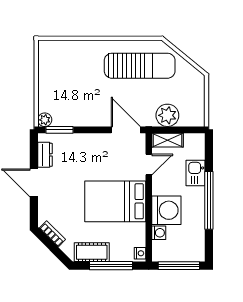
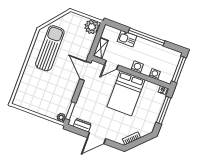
plant: (167, 115) -> (92, 27), moved
door: (126, 130) -> (85, 71), hinge flipped
door: (149, 165) -> (111, 65), swing flipped
washing machine: (166, 210) -> (137, 67), width x0.53, depth x0.53
cot: (92, 252) -> (151, 119), removed

